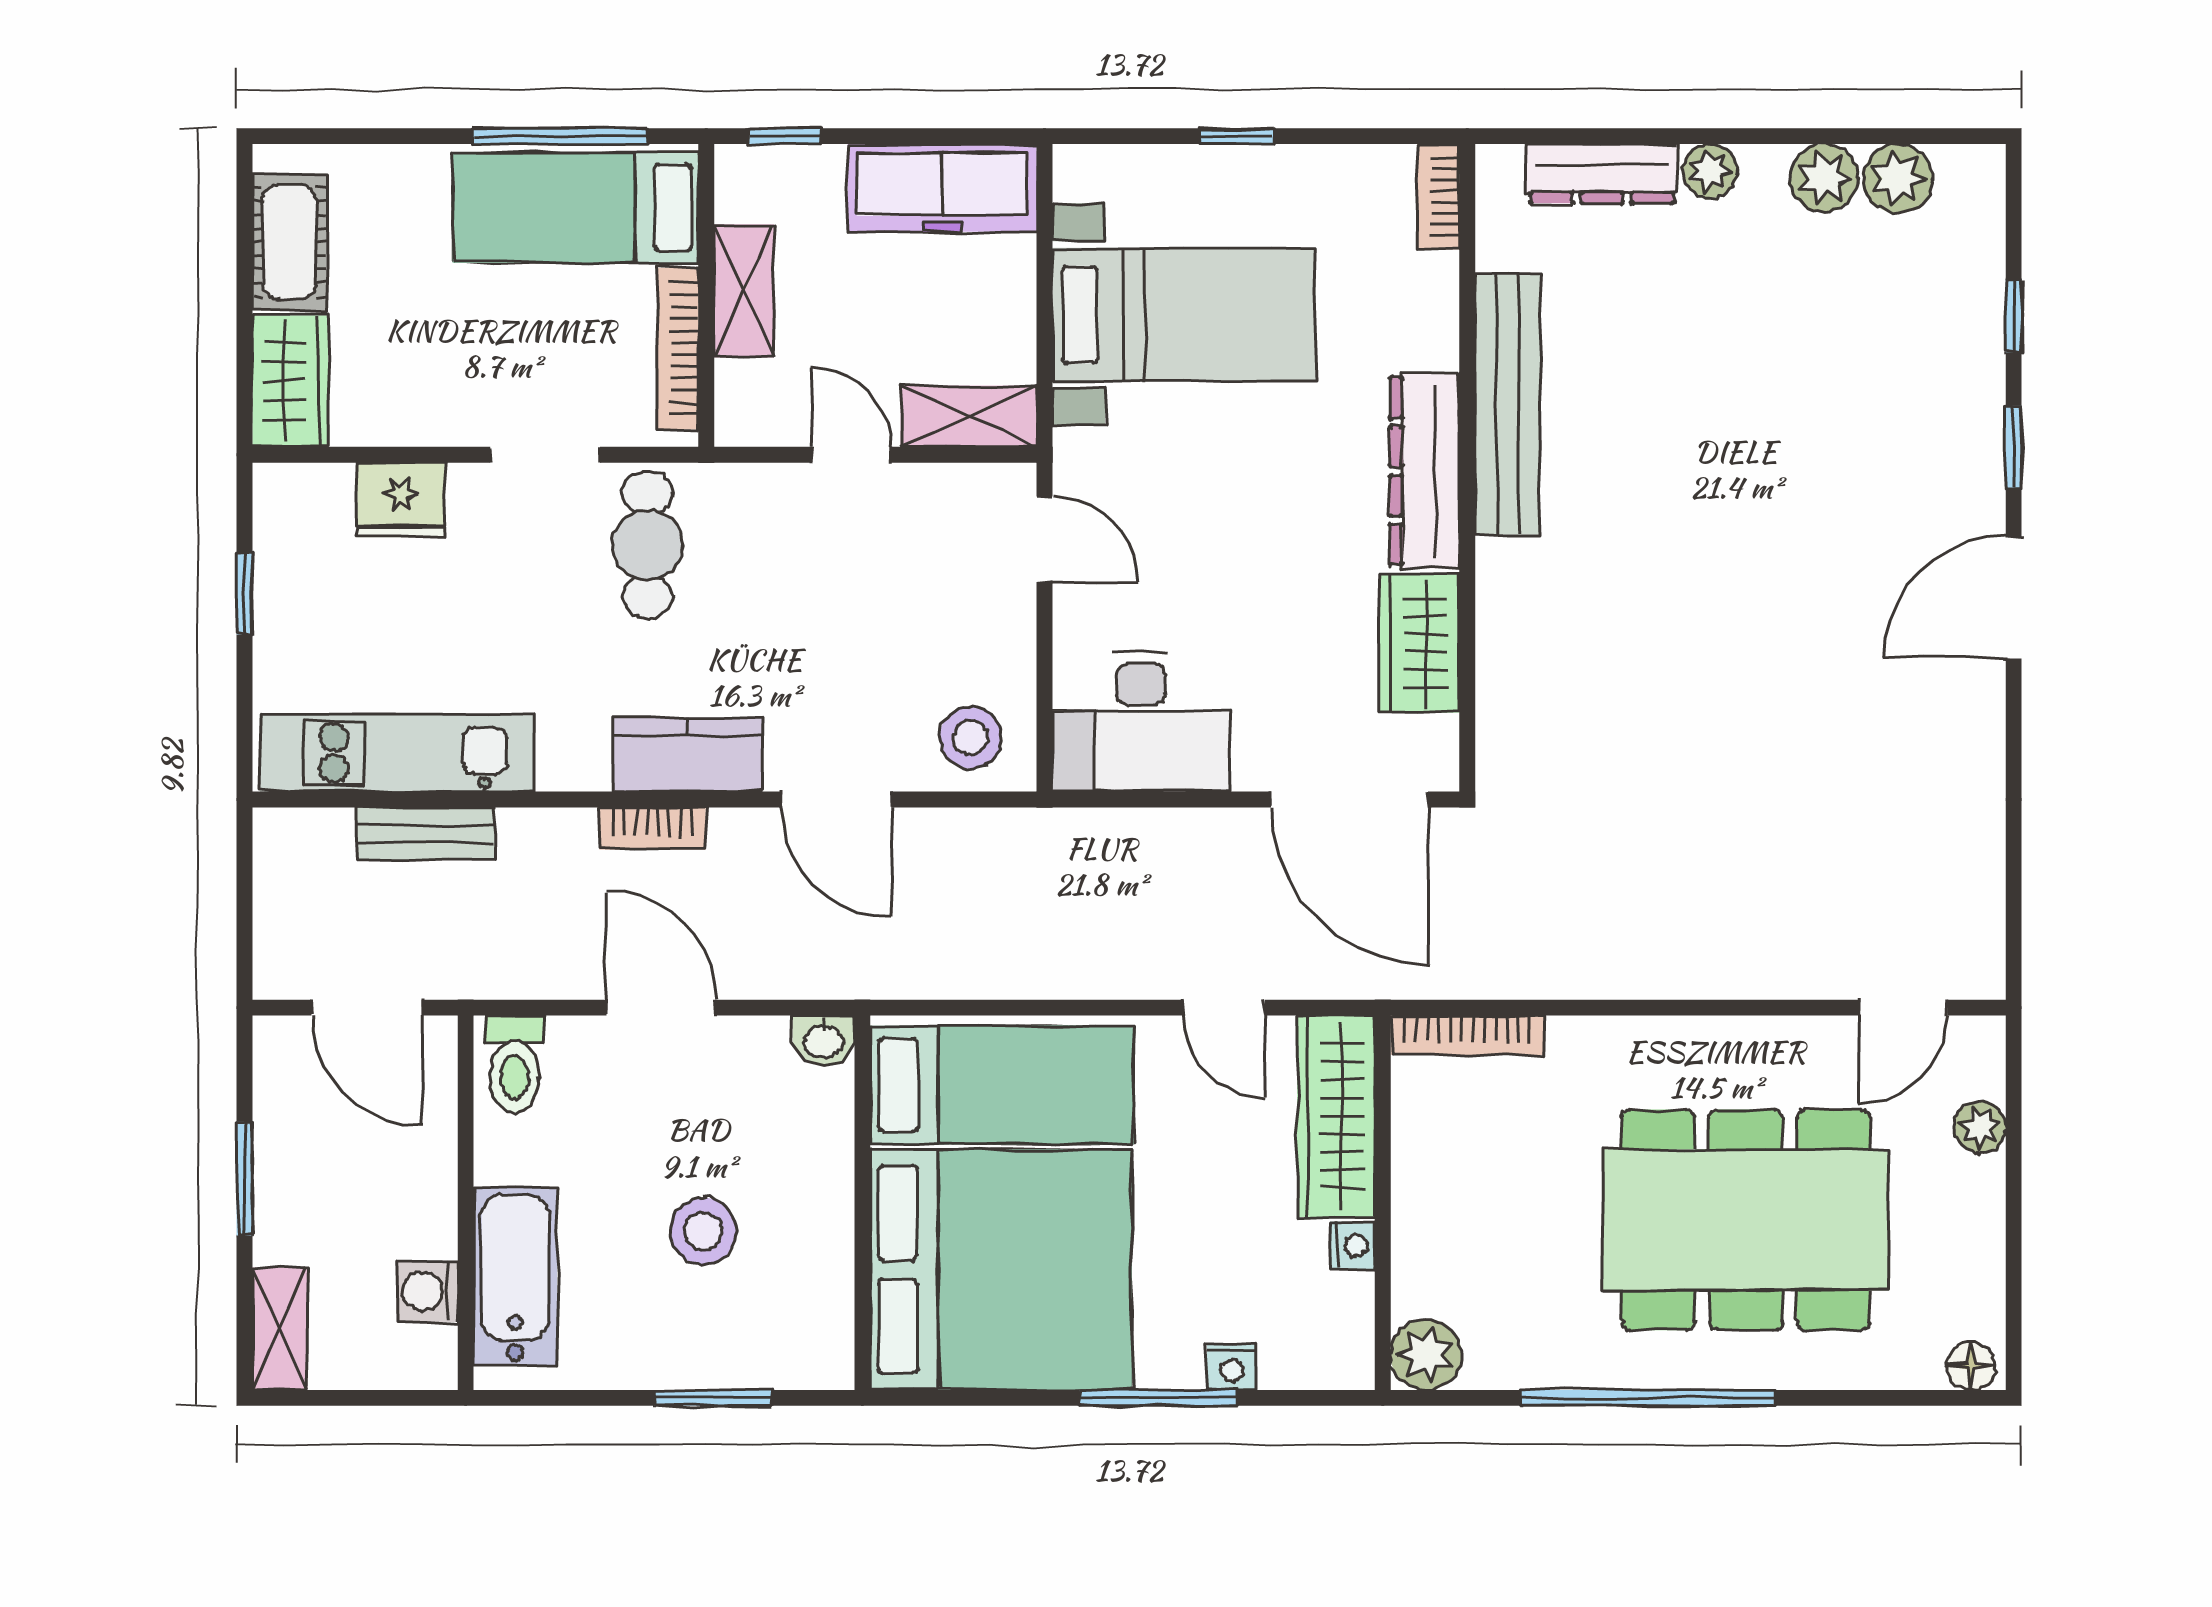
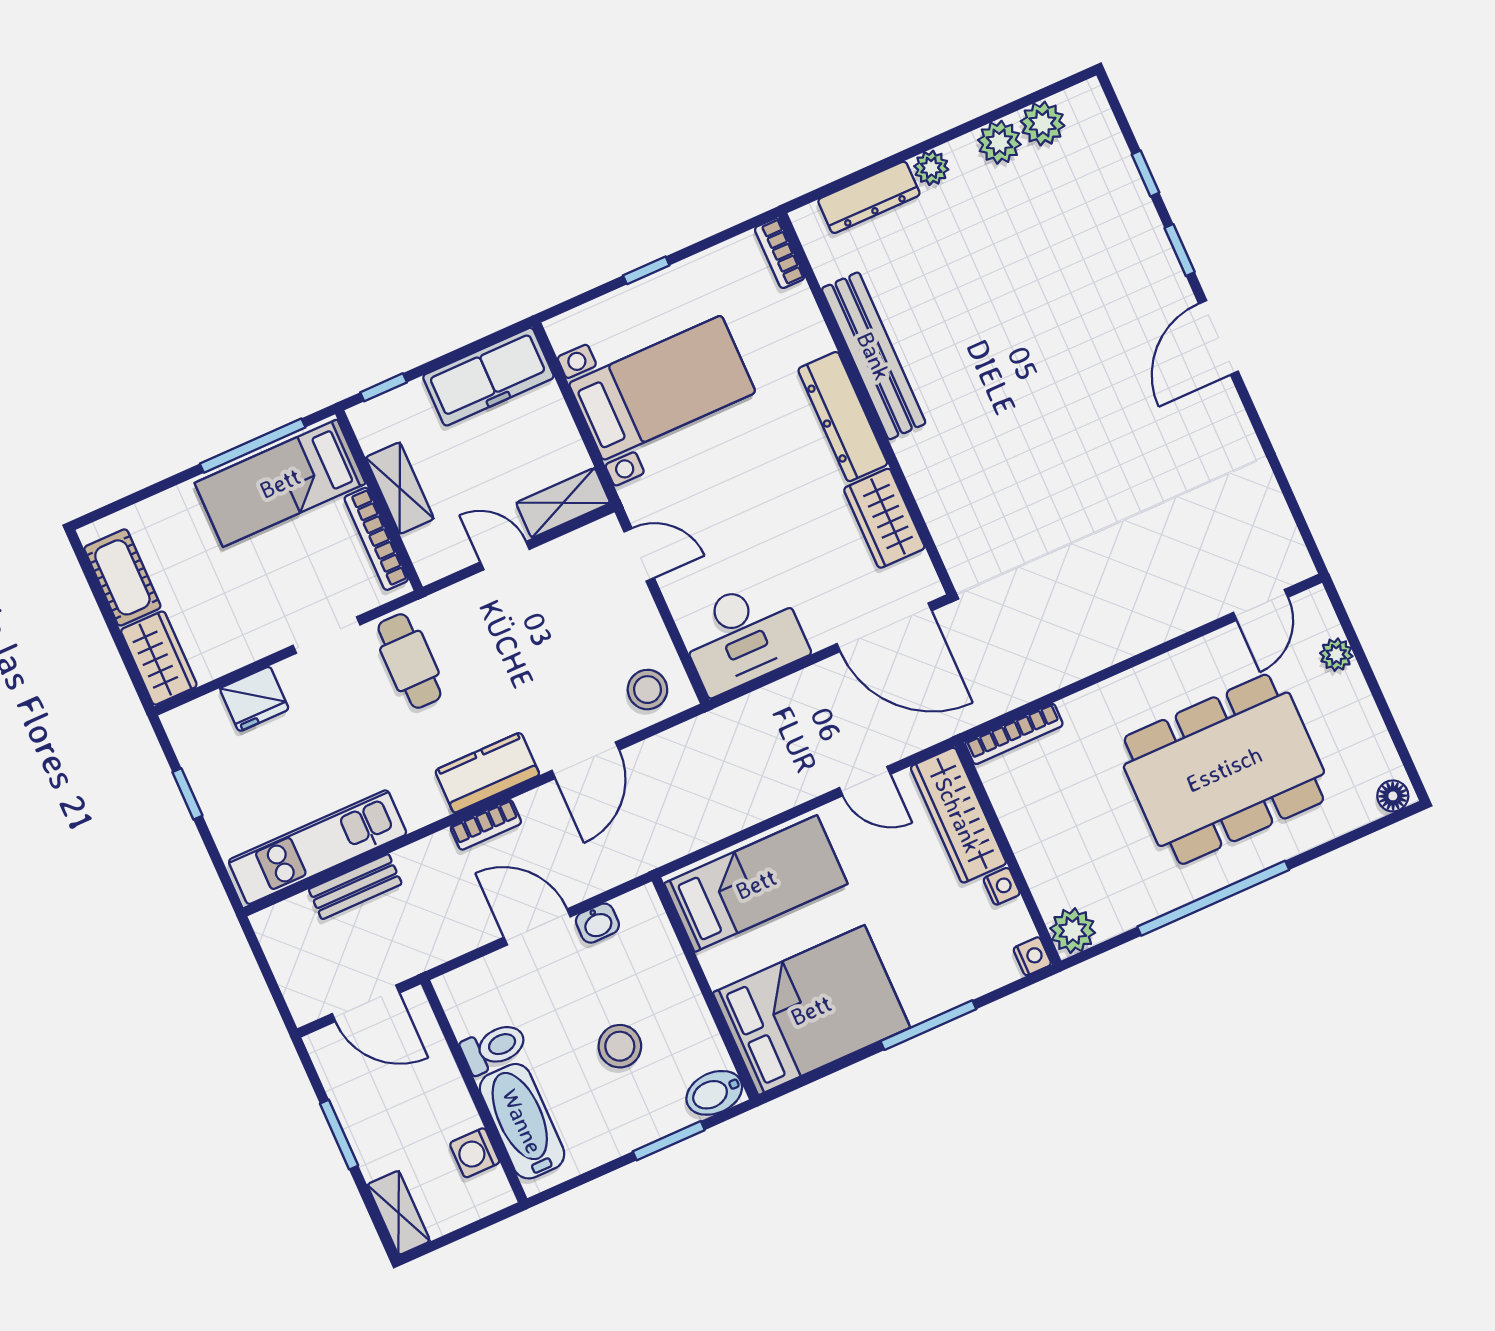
door: (836, 799) -> (585, 760), hinge flipped
washbasin: (824, 1040) -> (597, 923), moved
toilet: (515, 1064) -> (494, 1048), moved, turned -90
bed: (1001, 1270) -> (811, 1010), width x0.73
bidet: (809, 1358) -> (714, 1093), added
nightstand: (1232, 1367) -> (1032, 956), moved, turned -90

